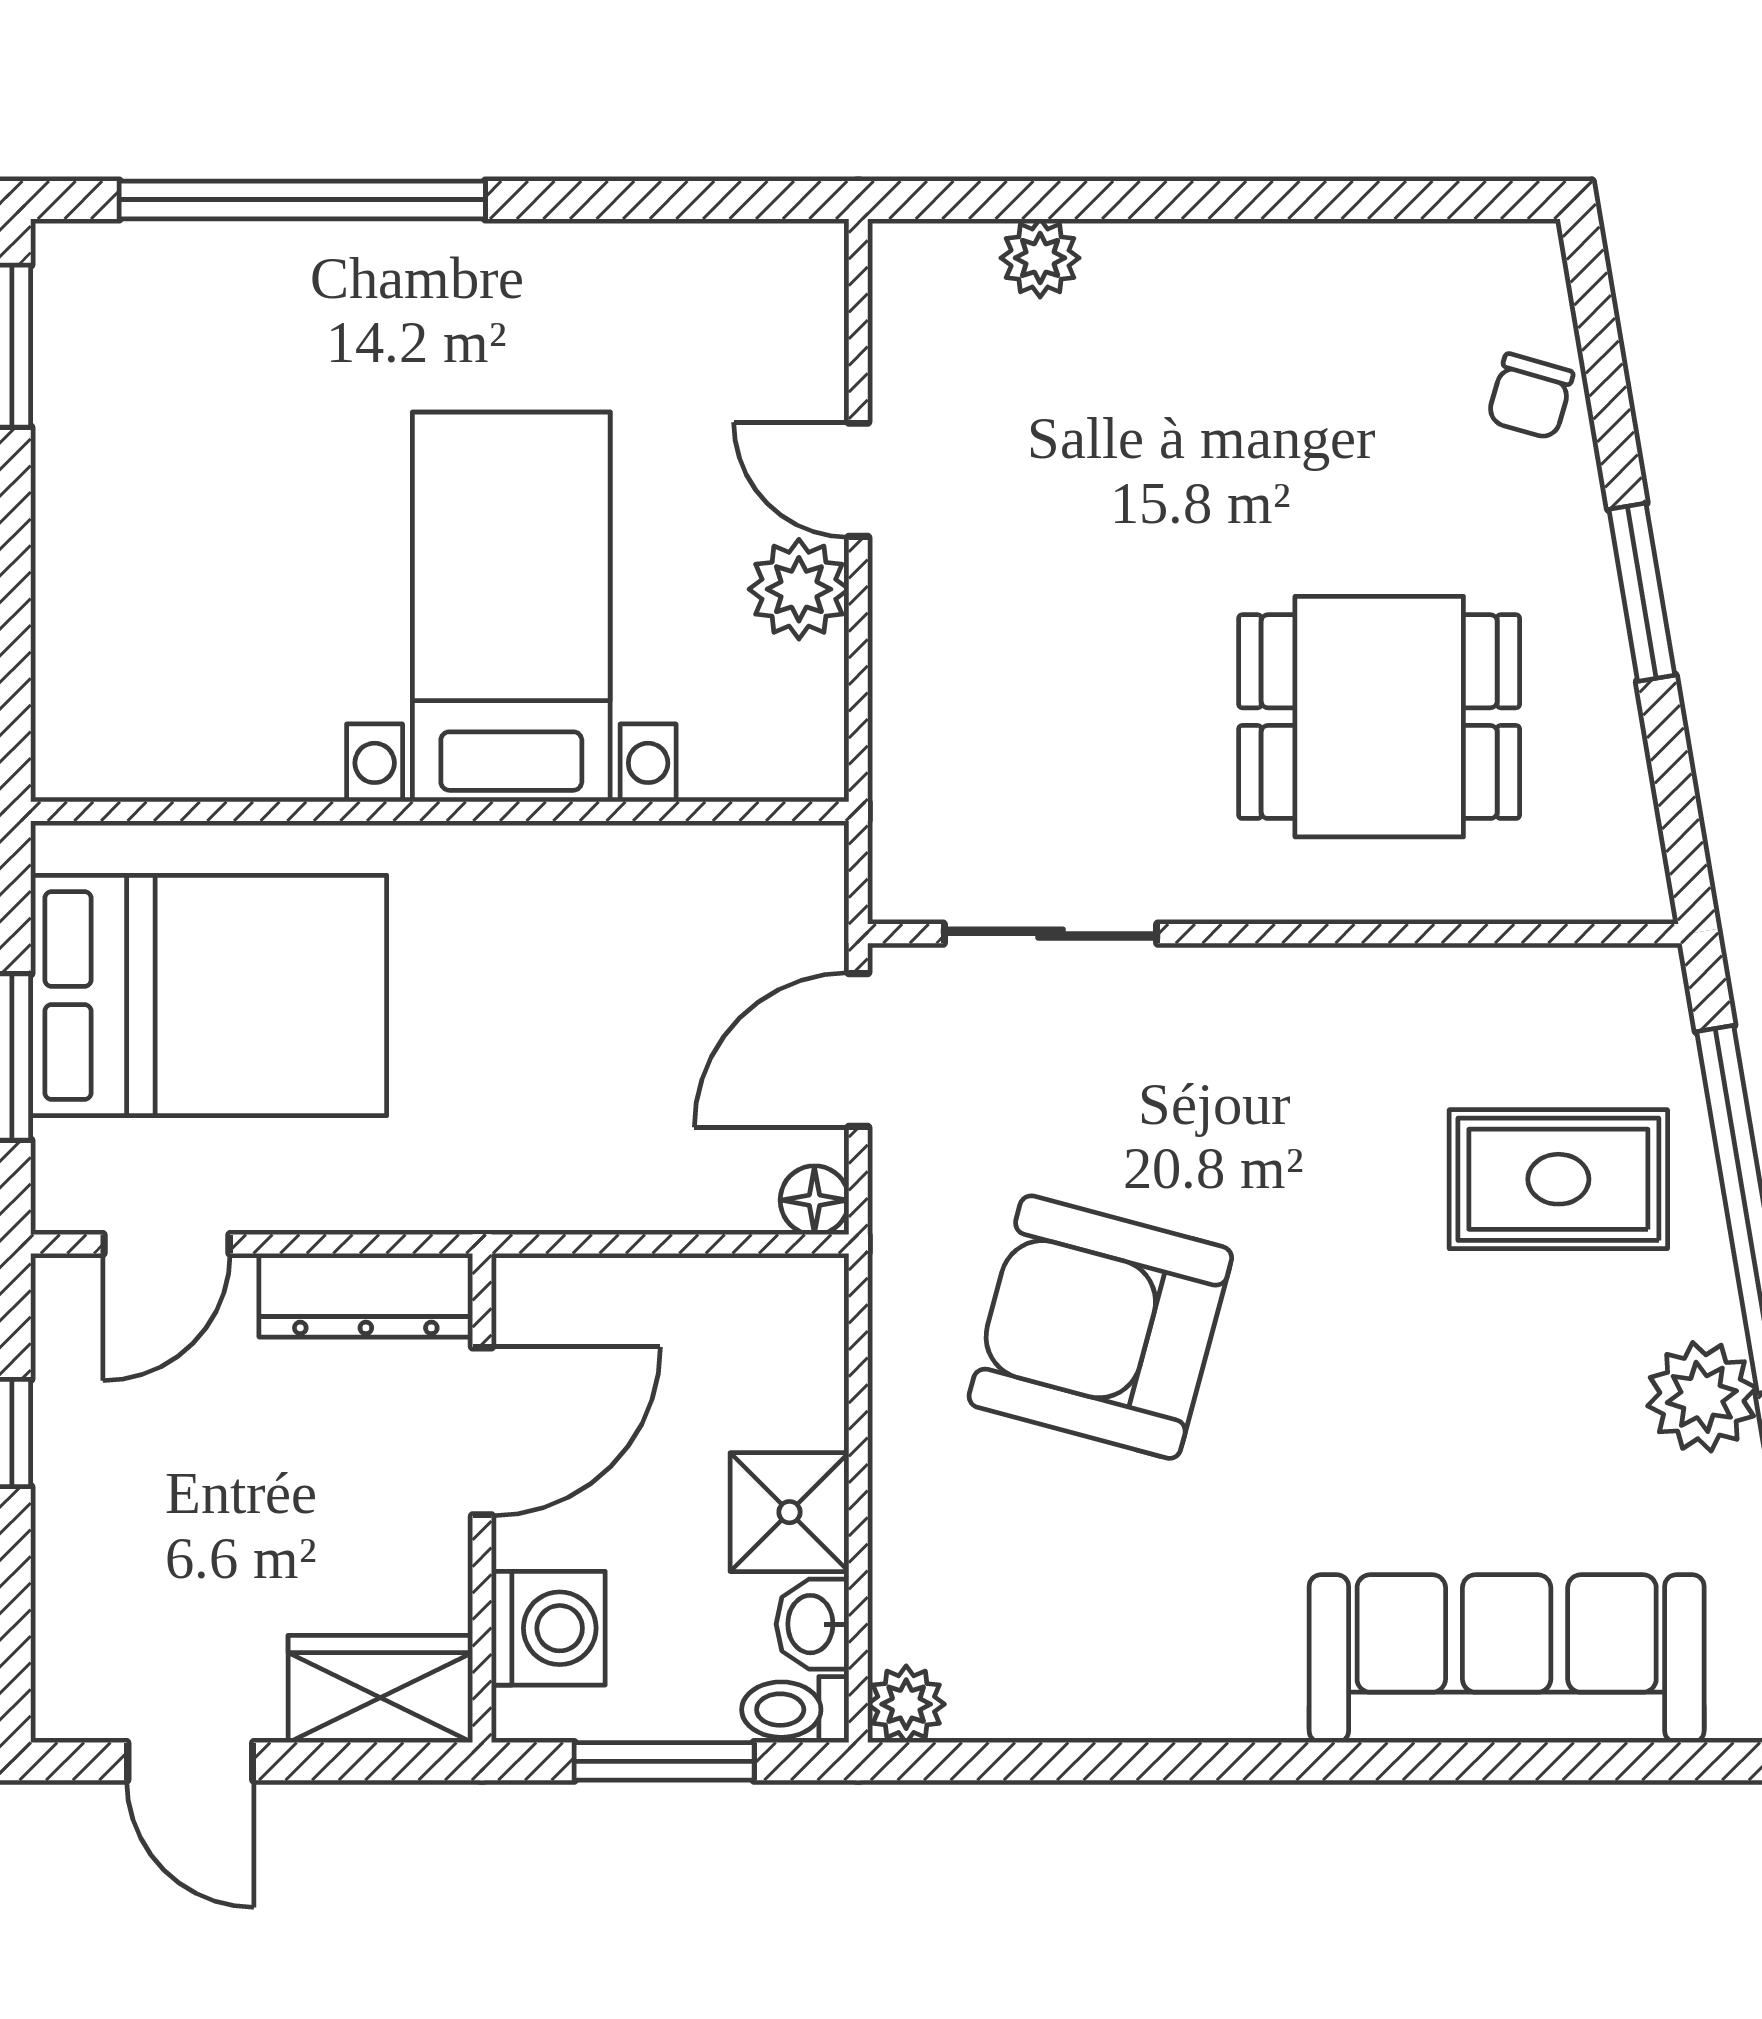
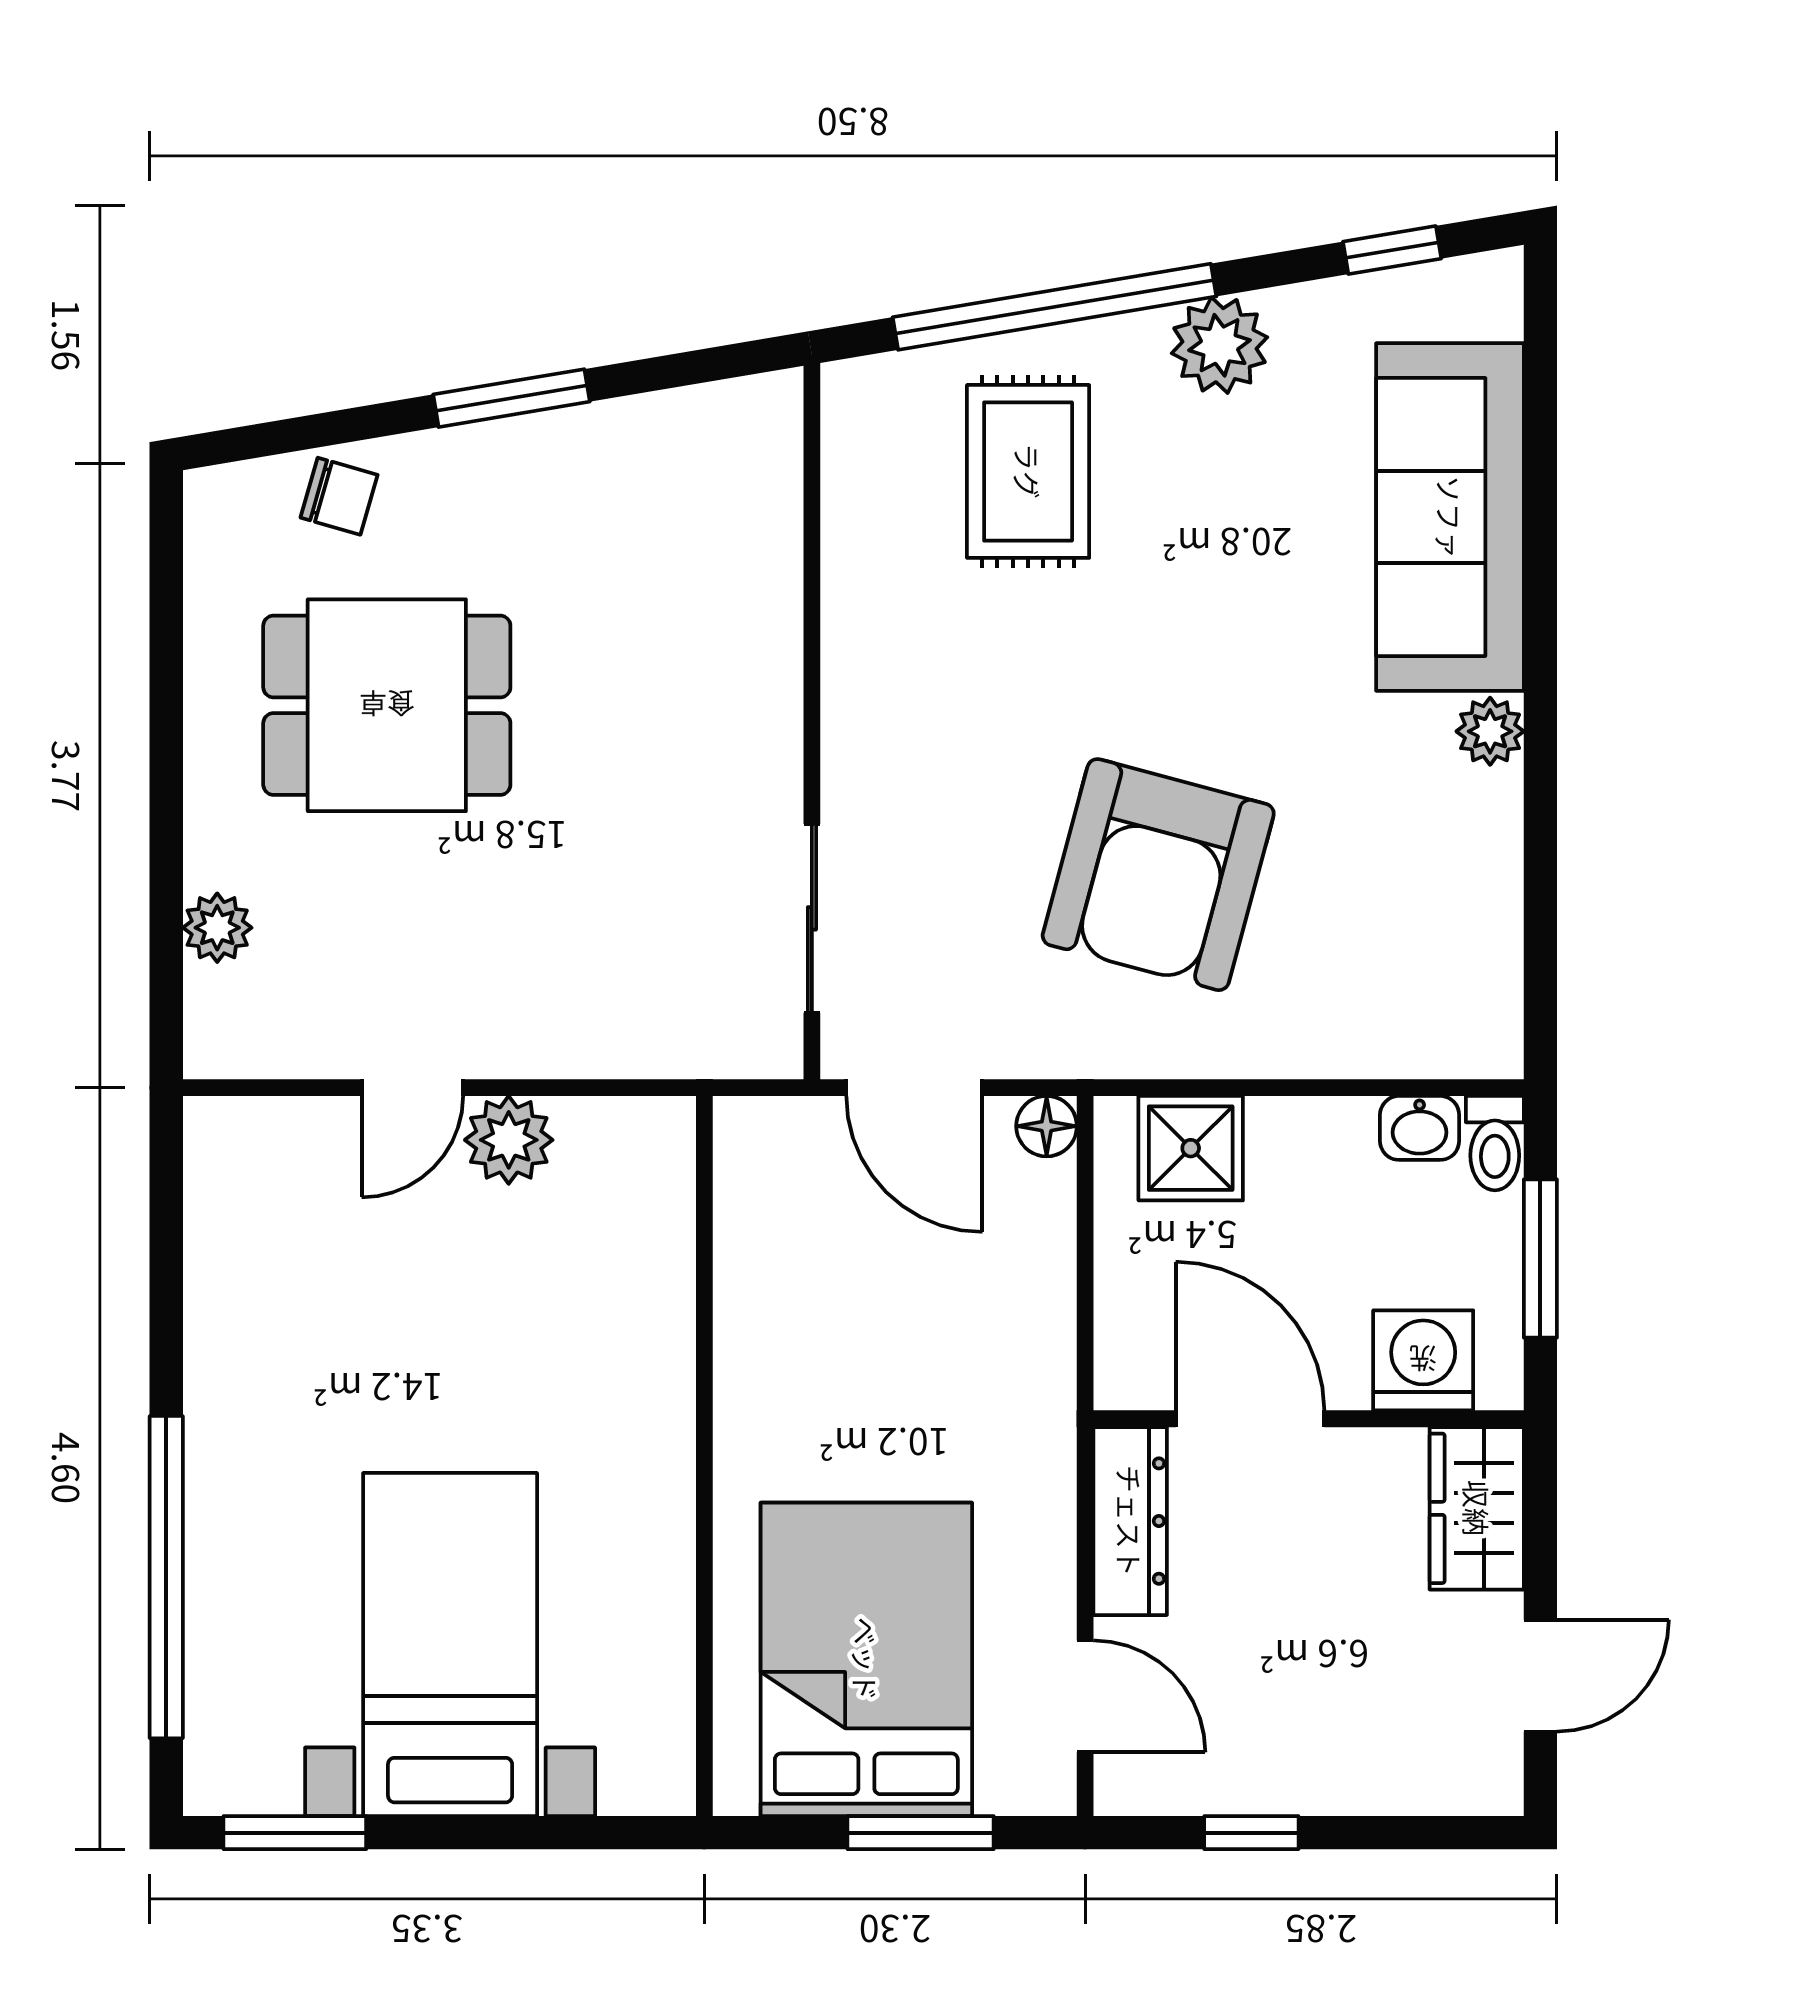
bed with nightstands: (511, 607) -> (450, 1645), moved, turned 90
dining table: (1379, 717) -> (387, 705), moved, turned 90
shower: (790, 1512) -> (1191, 1148), moved
plant: (906, 1704) -> (1490, 731), moved

